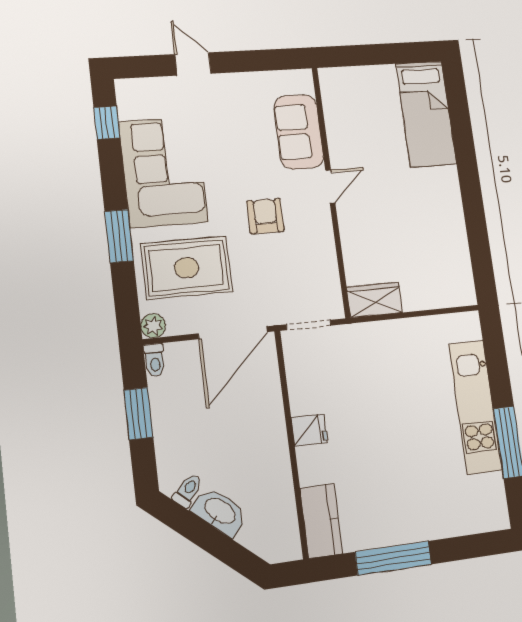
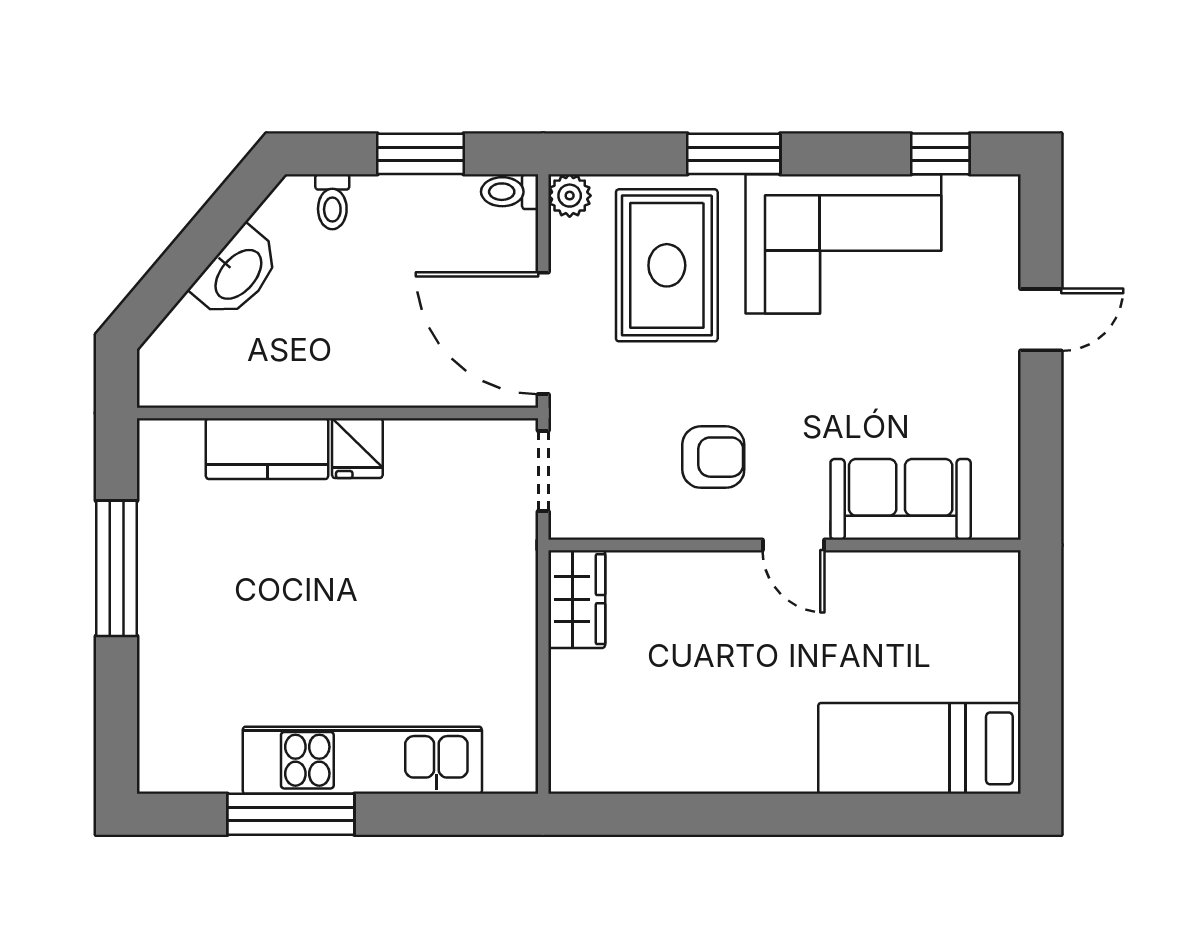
armchair: (265, 216) -> (713, 457), moved
toilet: (188, 491) -> (332, 202), moved, turned 50
kitchen counter: (321, 521) -> (267, 449), moved

